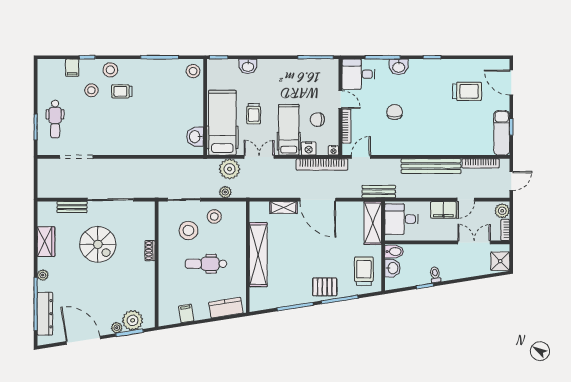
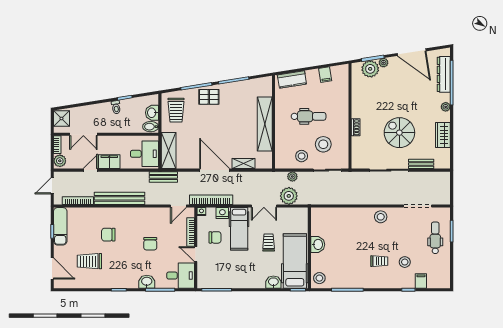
stool: (110, 70) -> (381, 217), moved
hospital bed: (222, 123) -> (295, 261), moved, turned 180
chair: (444, 123) -> (108, 235), added
washbasin: (195, 137) -> (318, 244), moved

